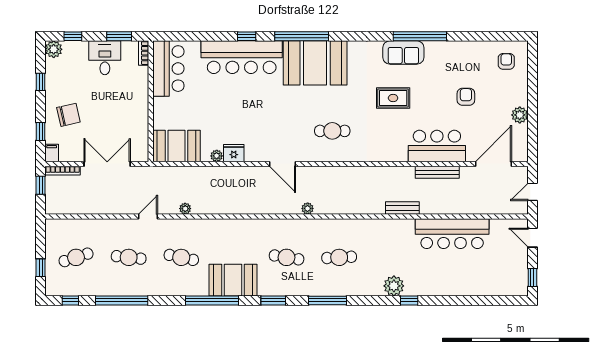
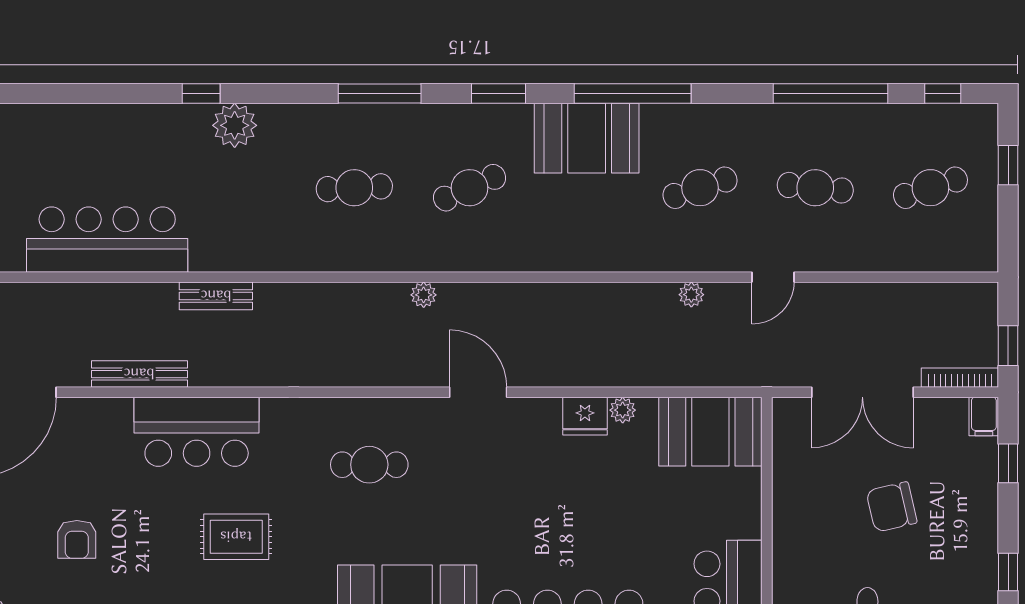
chair: (68, 115) -> (892, 507), moved
bar counter: (437, 146) -> (197, 432), moved
cafe table: (181, 257) -> (700, 188), turned -30
cafe table: (287, 257) -> (470, 188), turned -33

